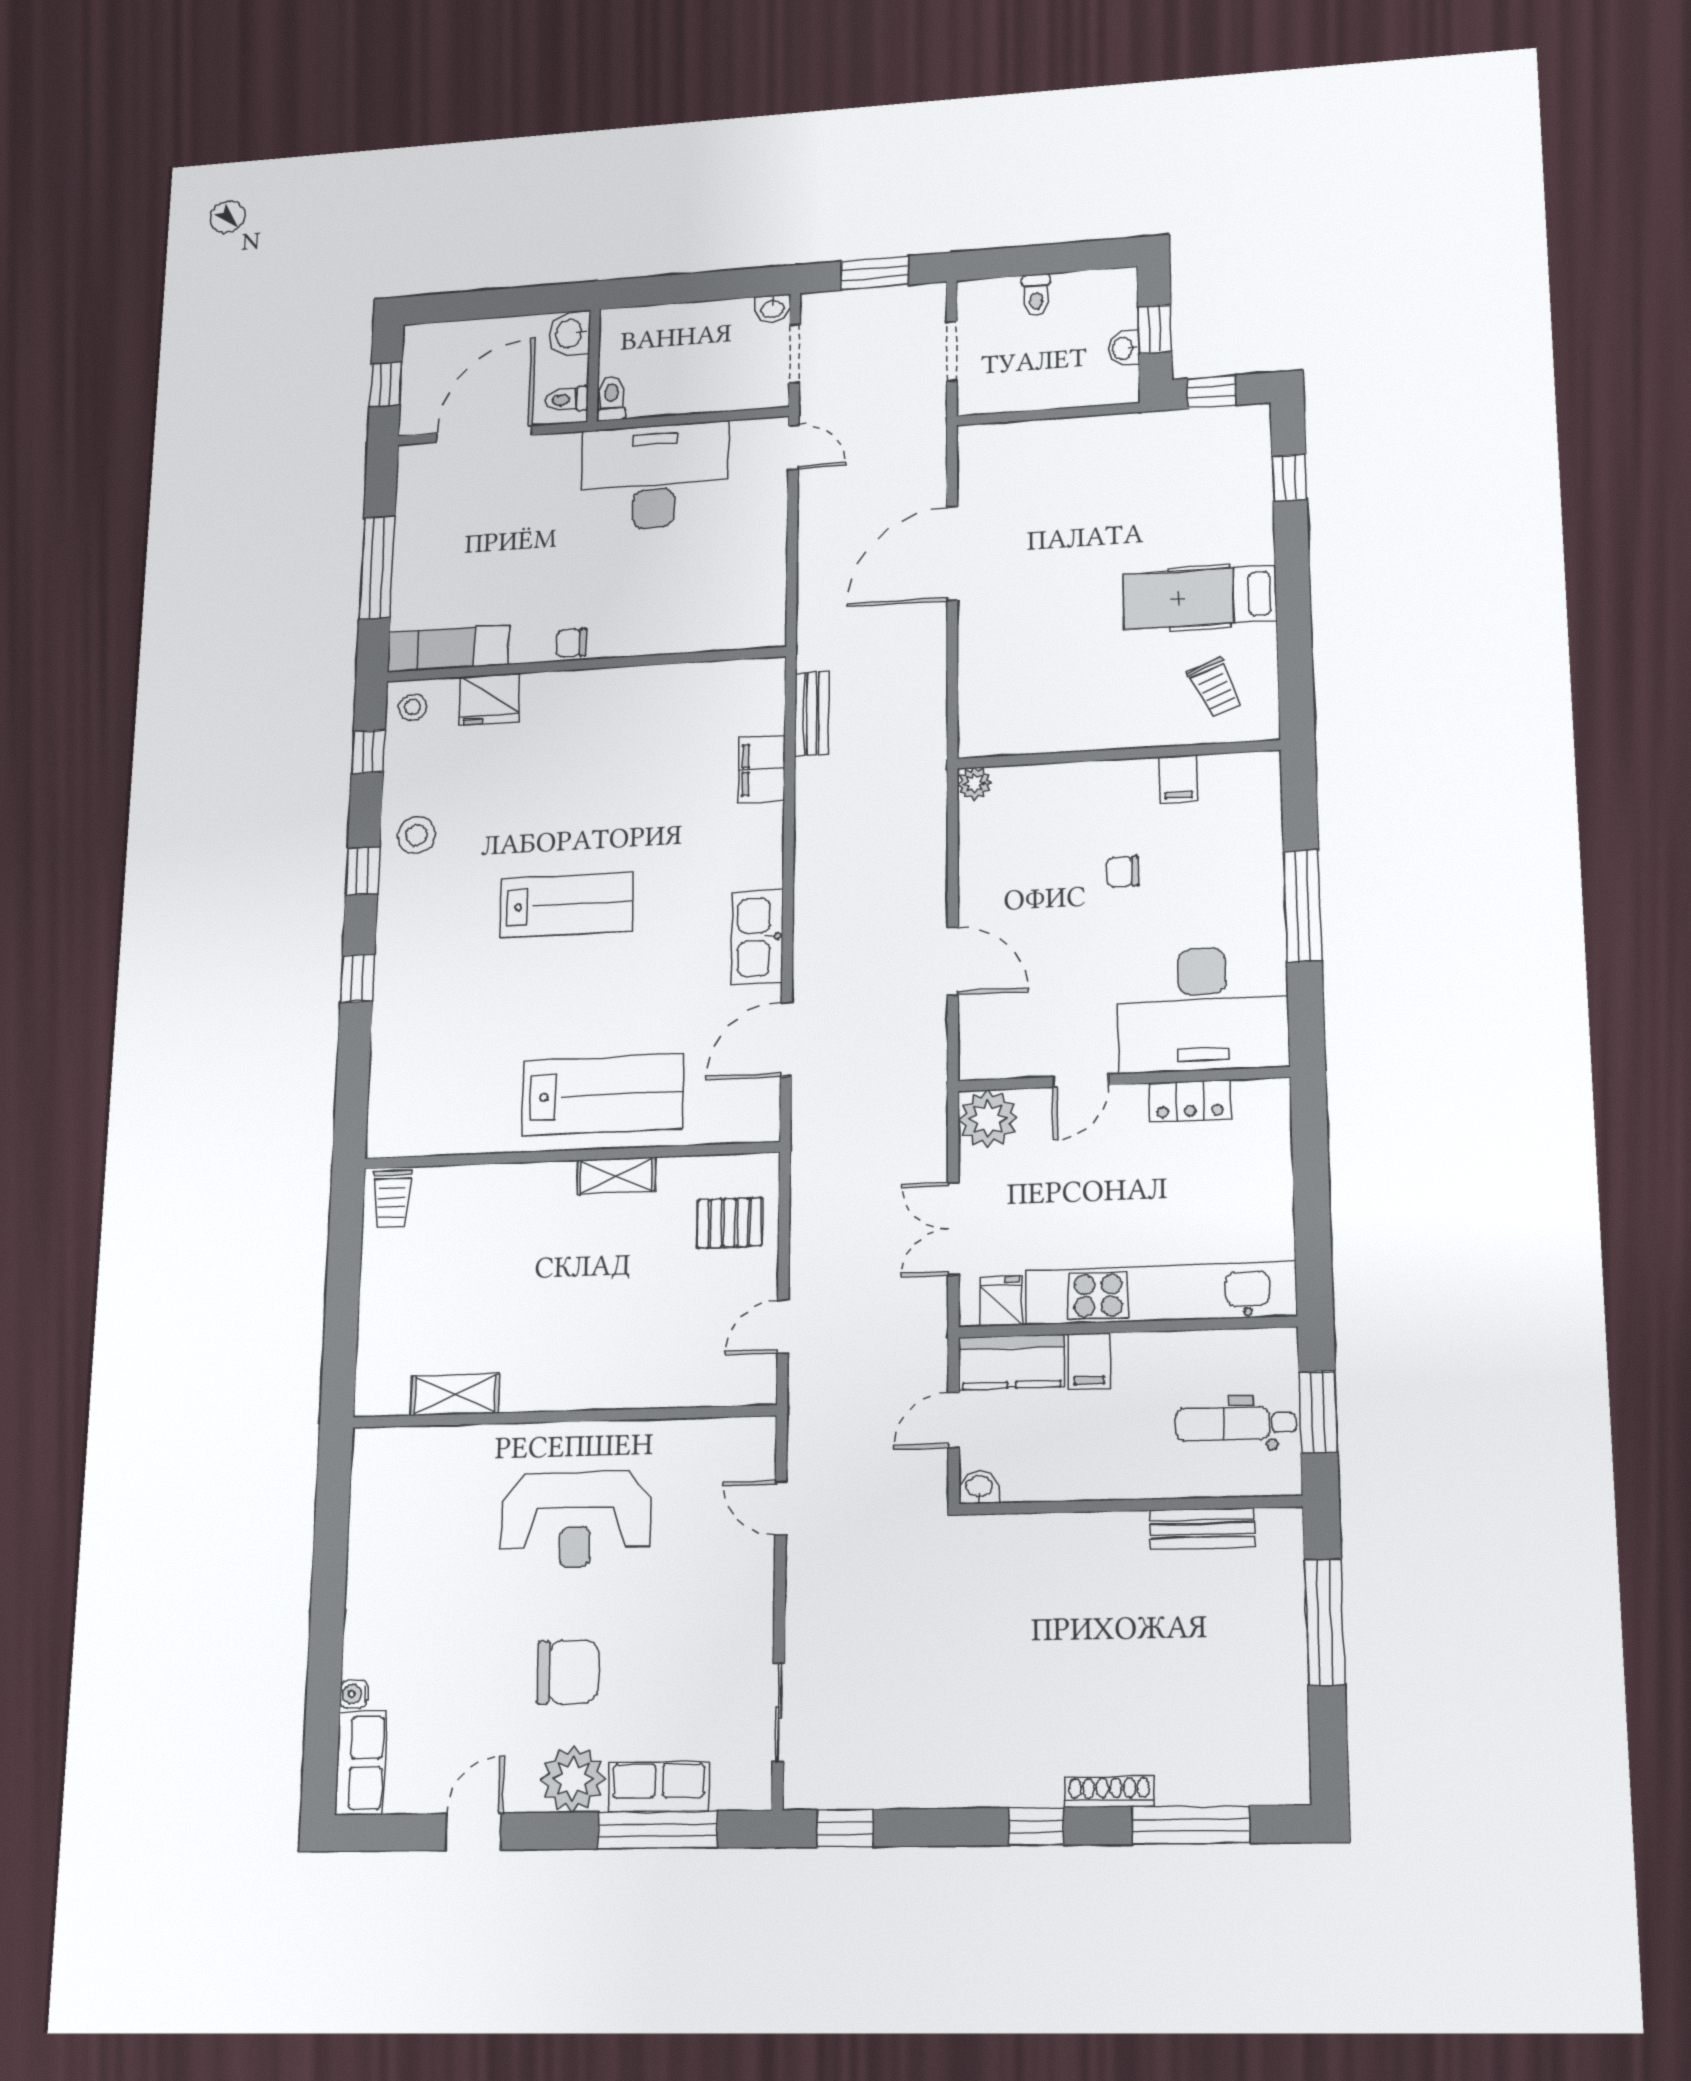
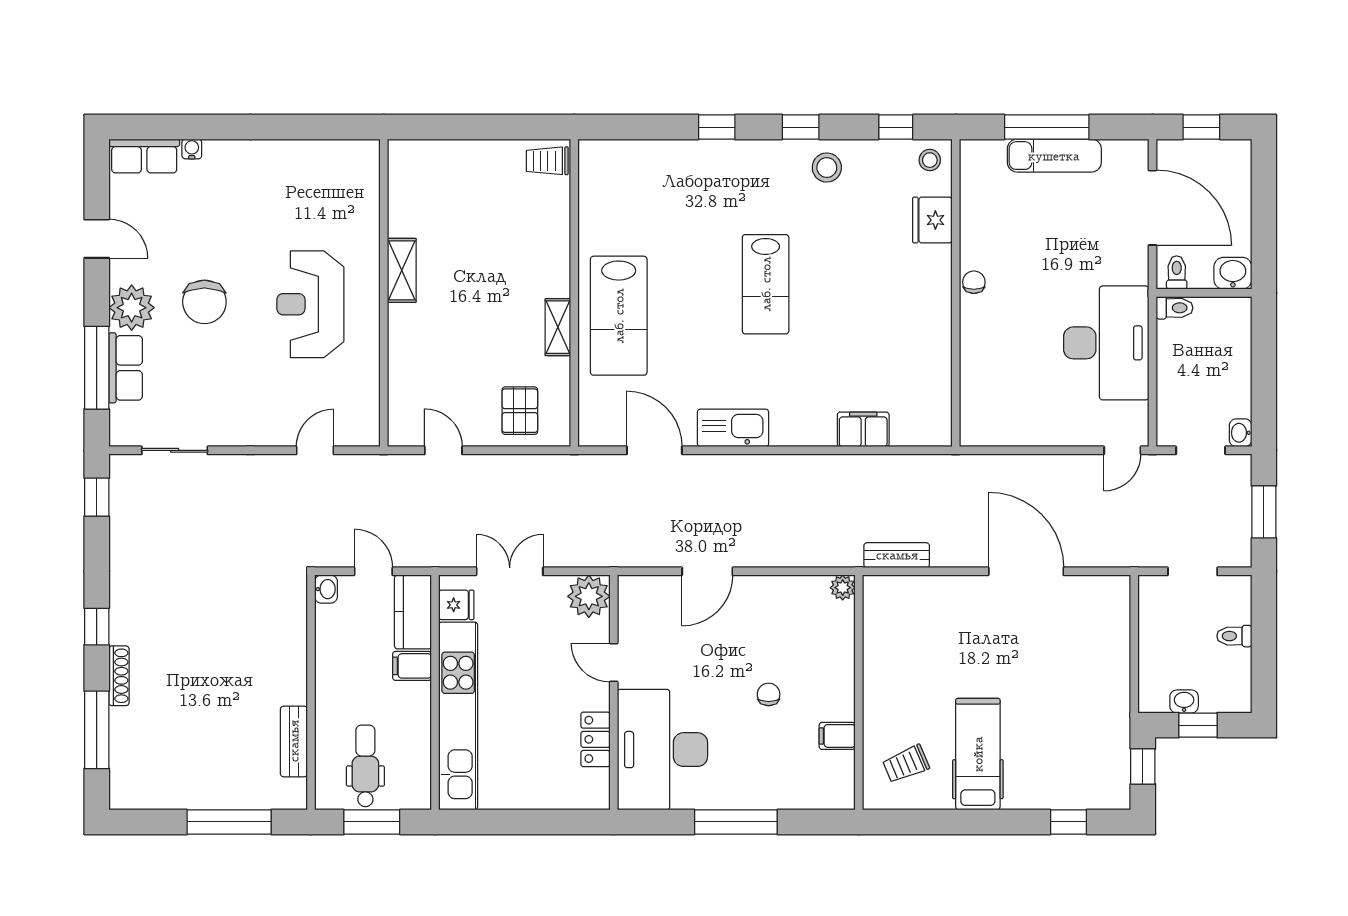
exam couch: (448, 648) -> (1054, 156), moved, turned 90
bench: (812, 713) -> (897, 555), moved
shelving: (455, 1395) -> (402, 270), moved

